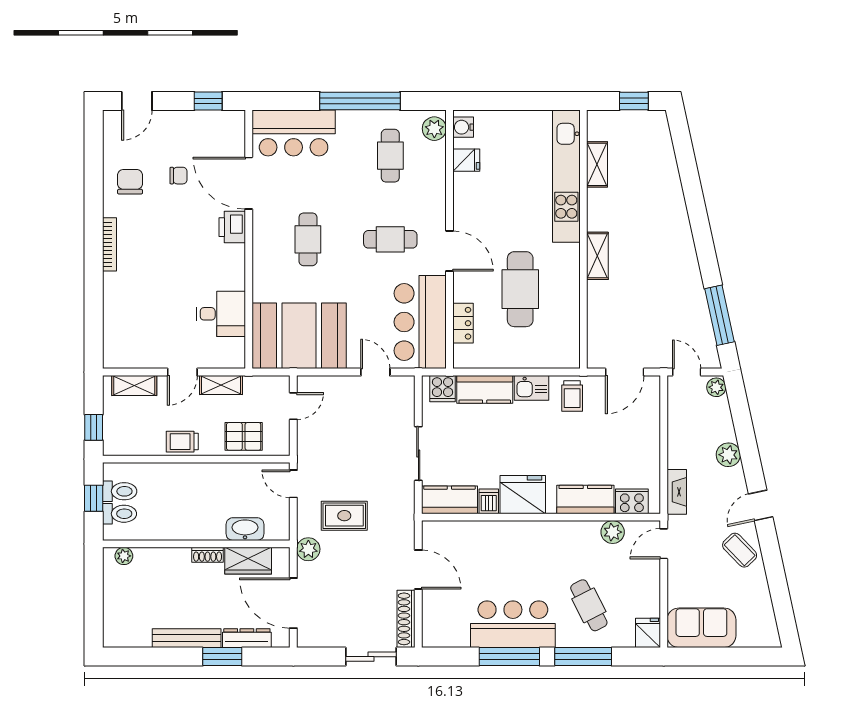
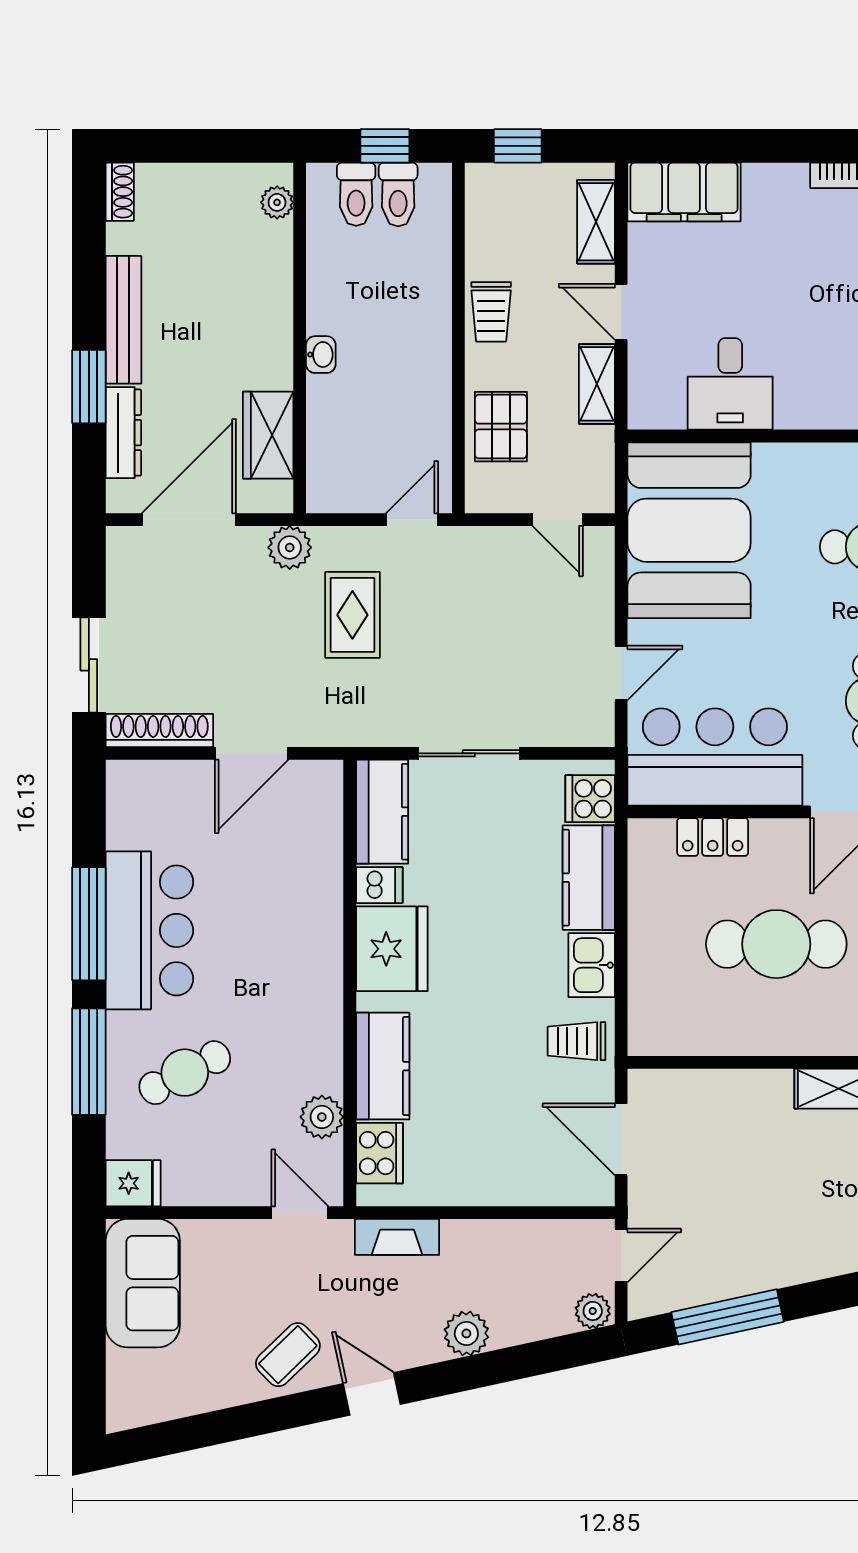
filing cabinet: (118, 338) -> (684, 192), added
trolley: (182, 442) -> (491, 312), turned 180
washbasin: (245, 529) -> (321, 355), moved, width x0.52, depth x0.69
shoe rack: (208, 555) -> (120, 192), moved, turned 180

